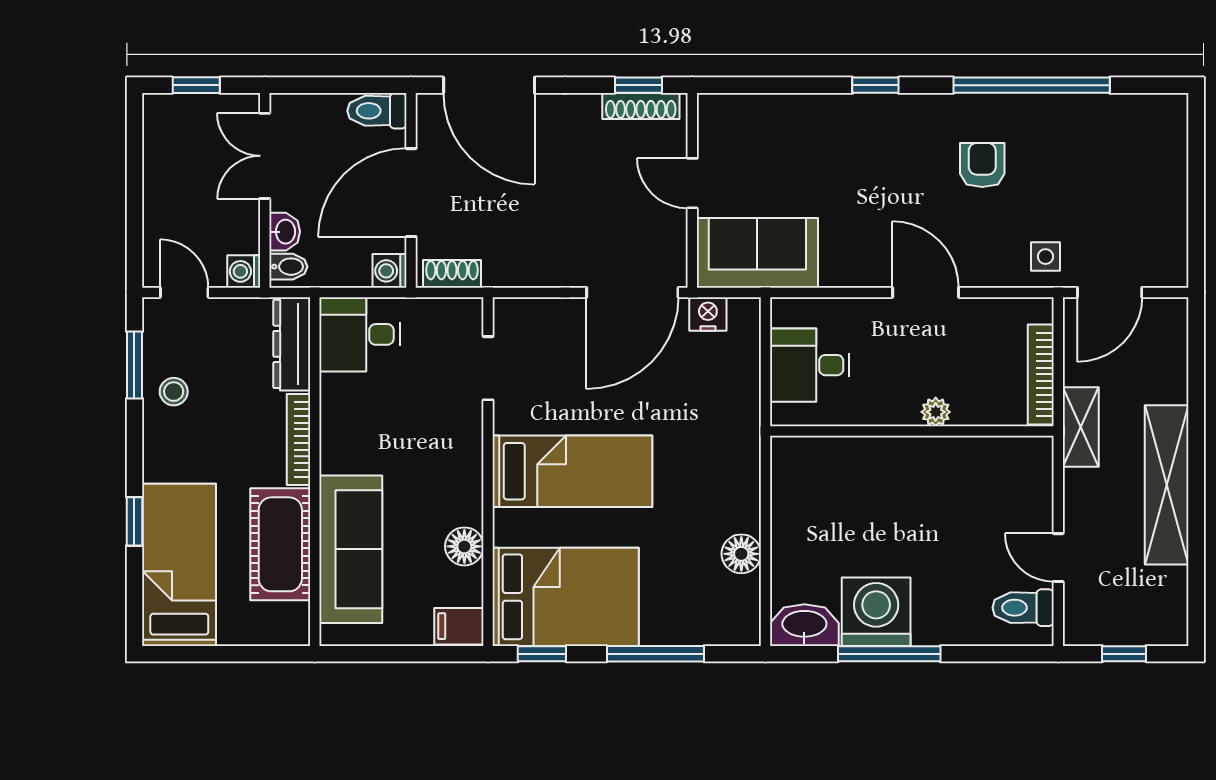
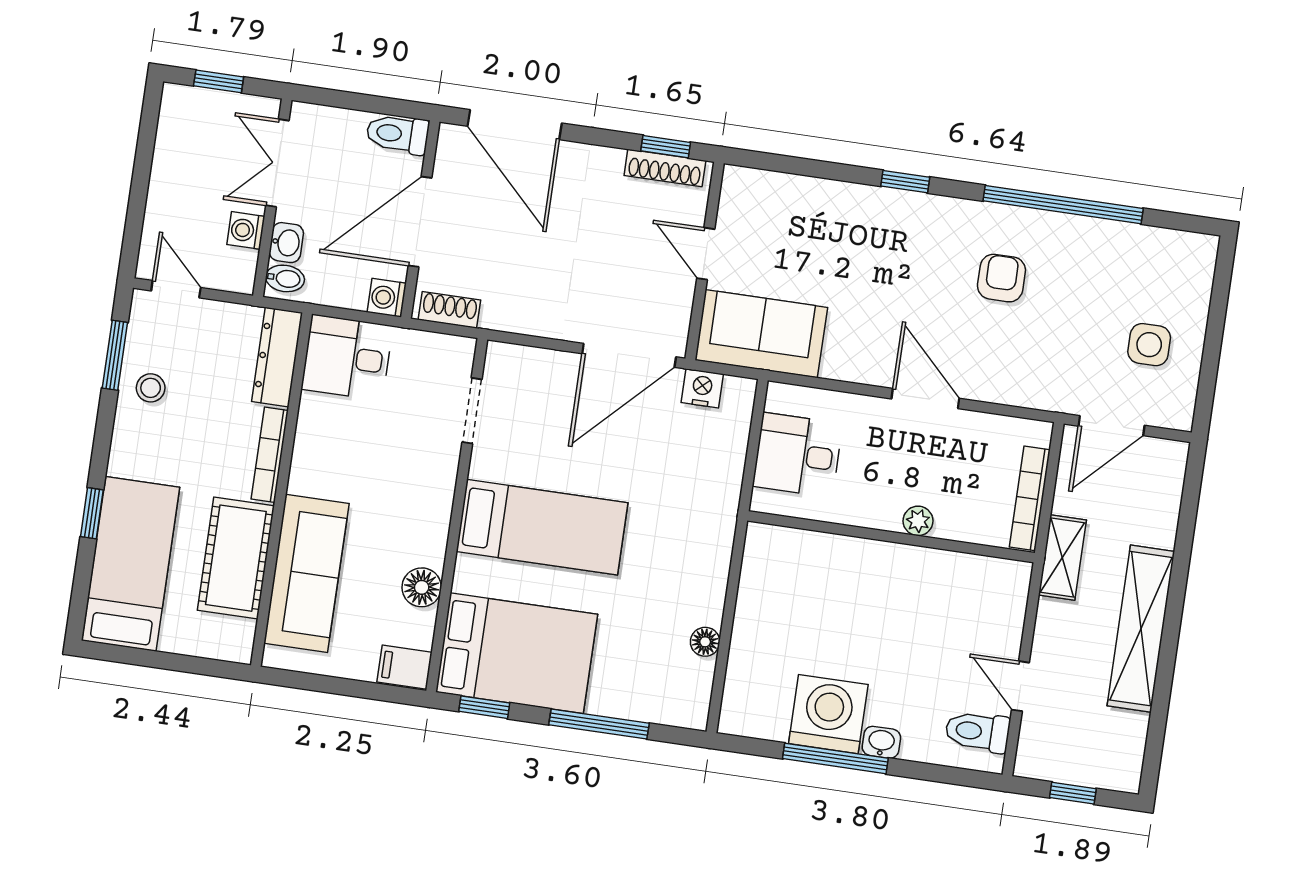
side table: (1046, 257) -> (1149, 345), moved, width x1.37, depth x1.37
washing machine: (244, 271) -> (246, 230), moved
floor lamp: (741, 554) -> (705, 642), width x0.73, depth x0.73
washbasin: (804, 625) -> (881, 742), moved, width x0.52, depth x0.69

